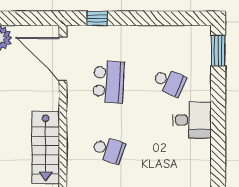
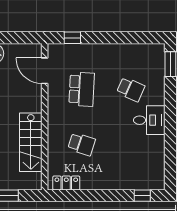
door: (63, 59) -> (45, 71), width x0.73

